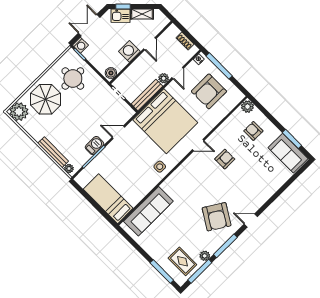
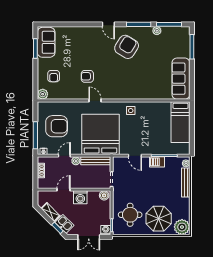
sofa: (148, 211) -> (181, 79), moved, turned -90
rug: (182, 261) -> (173, 41), removed

